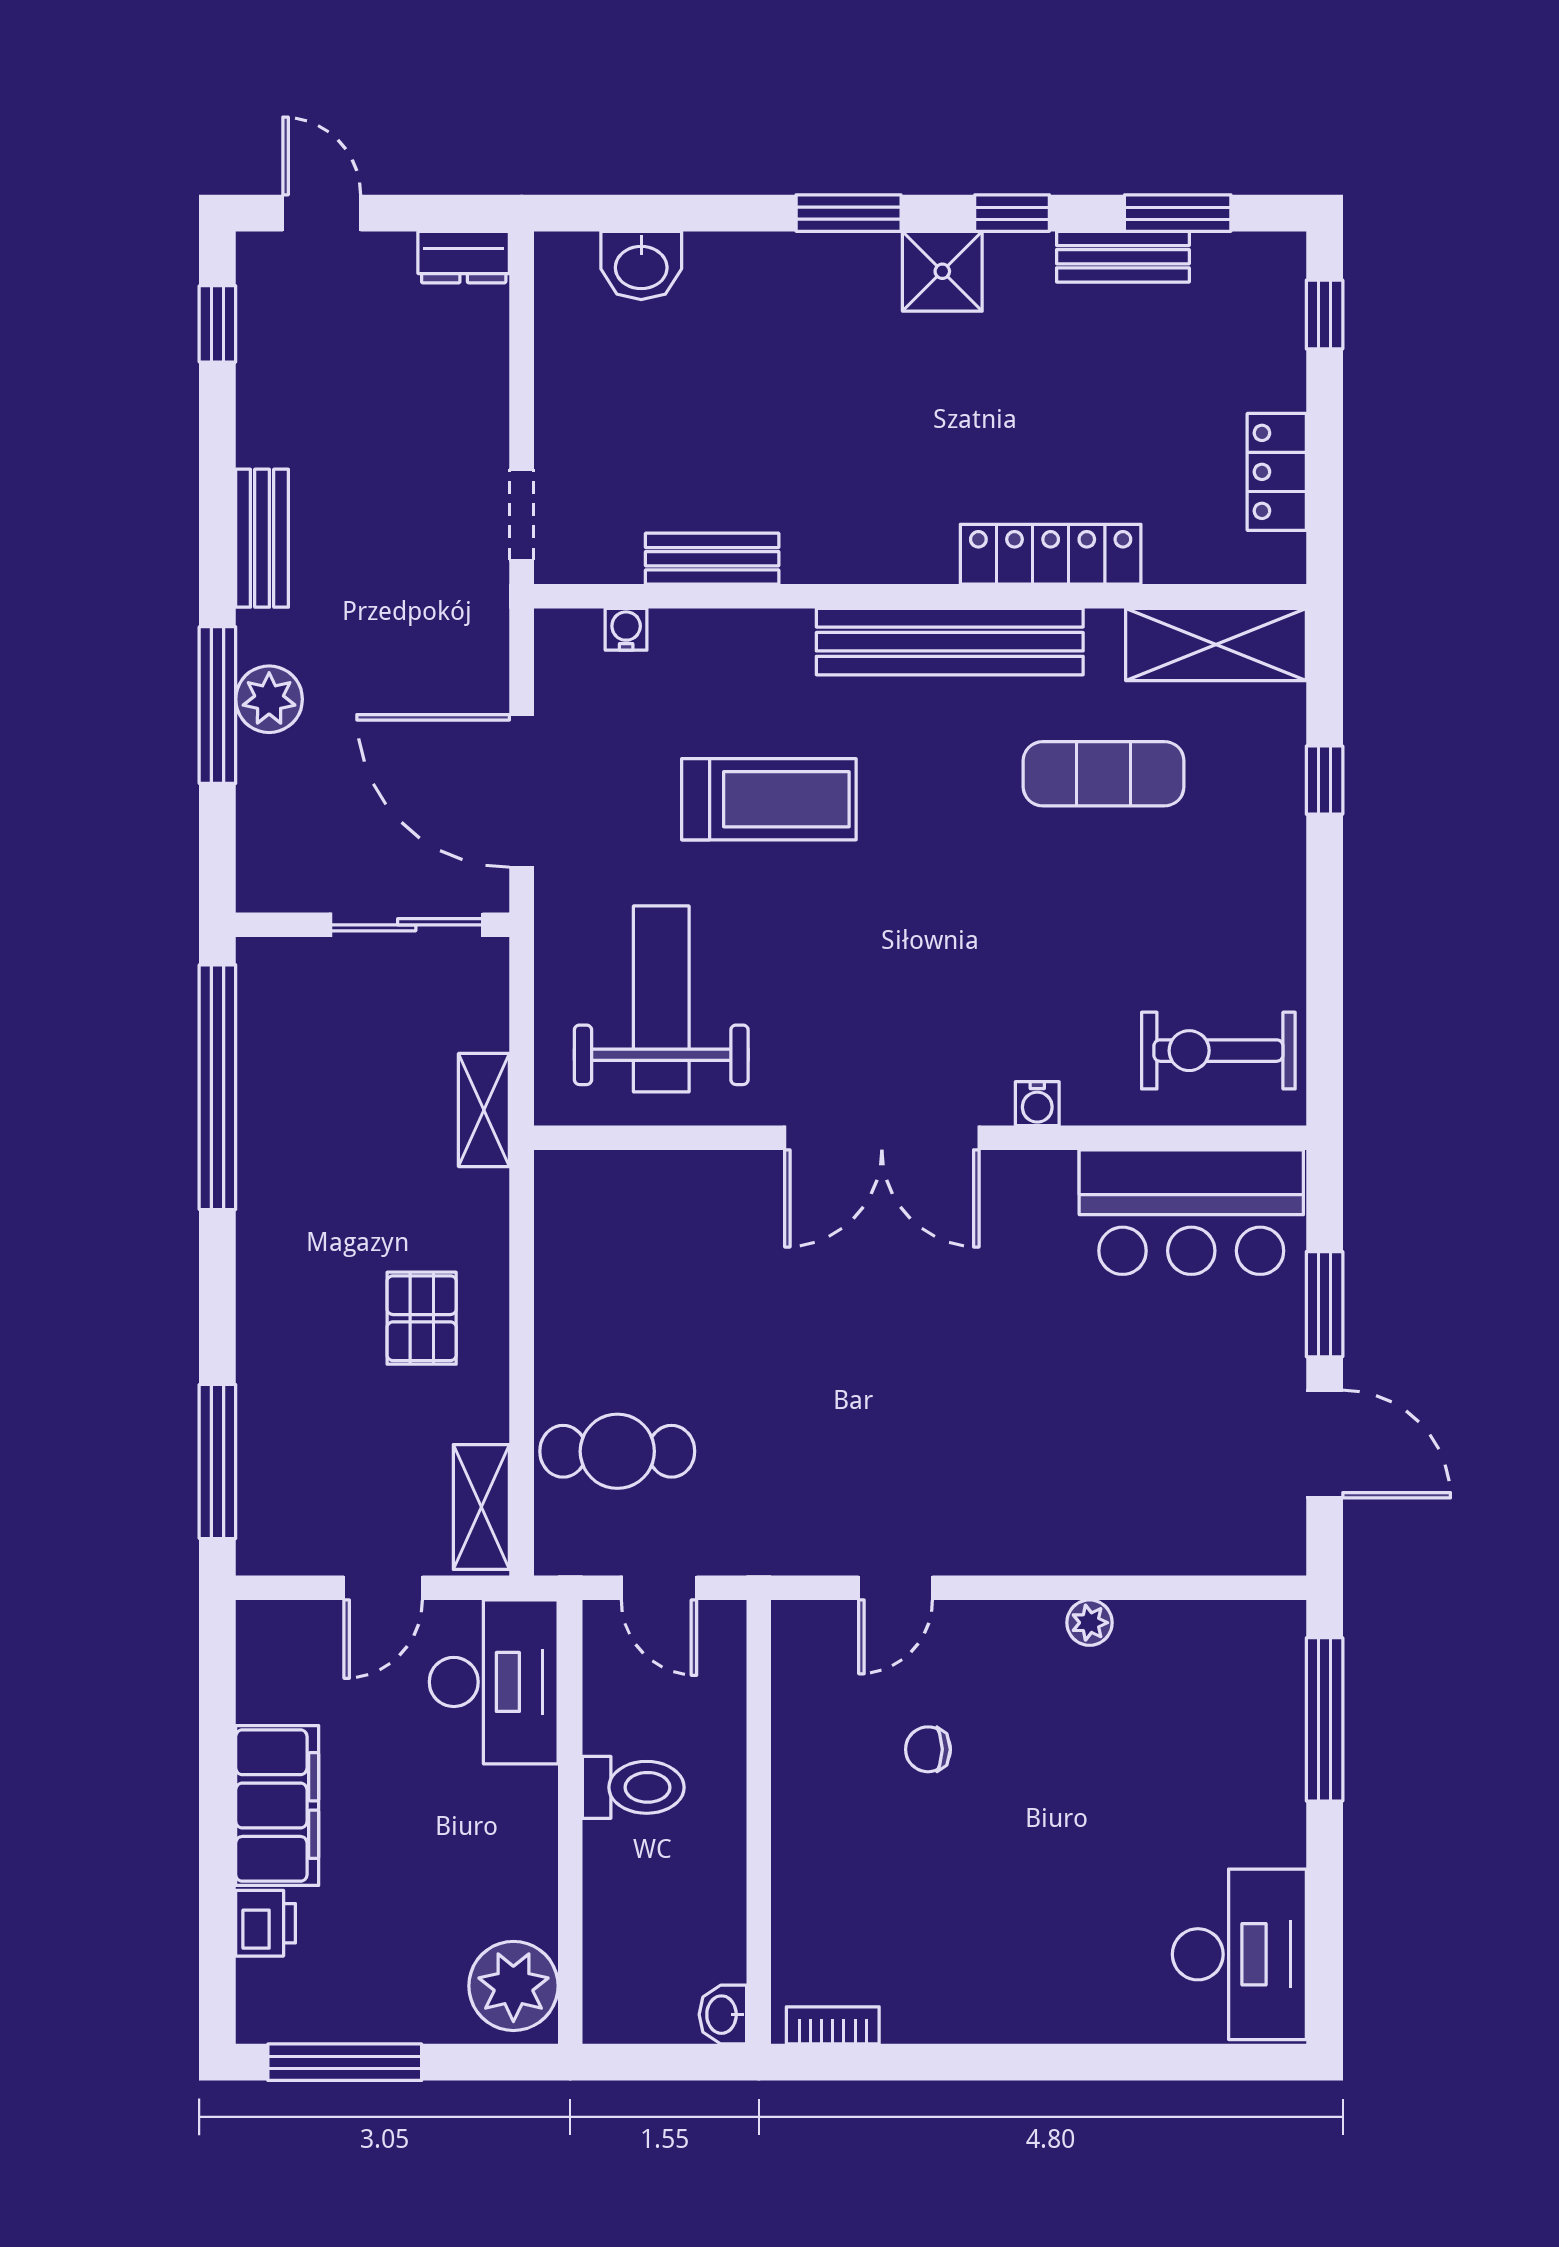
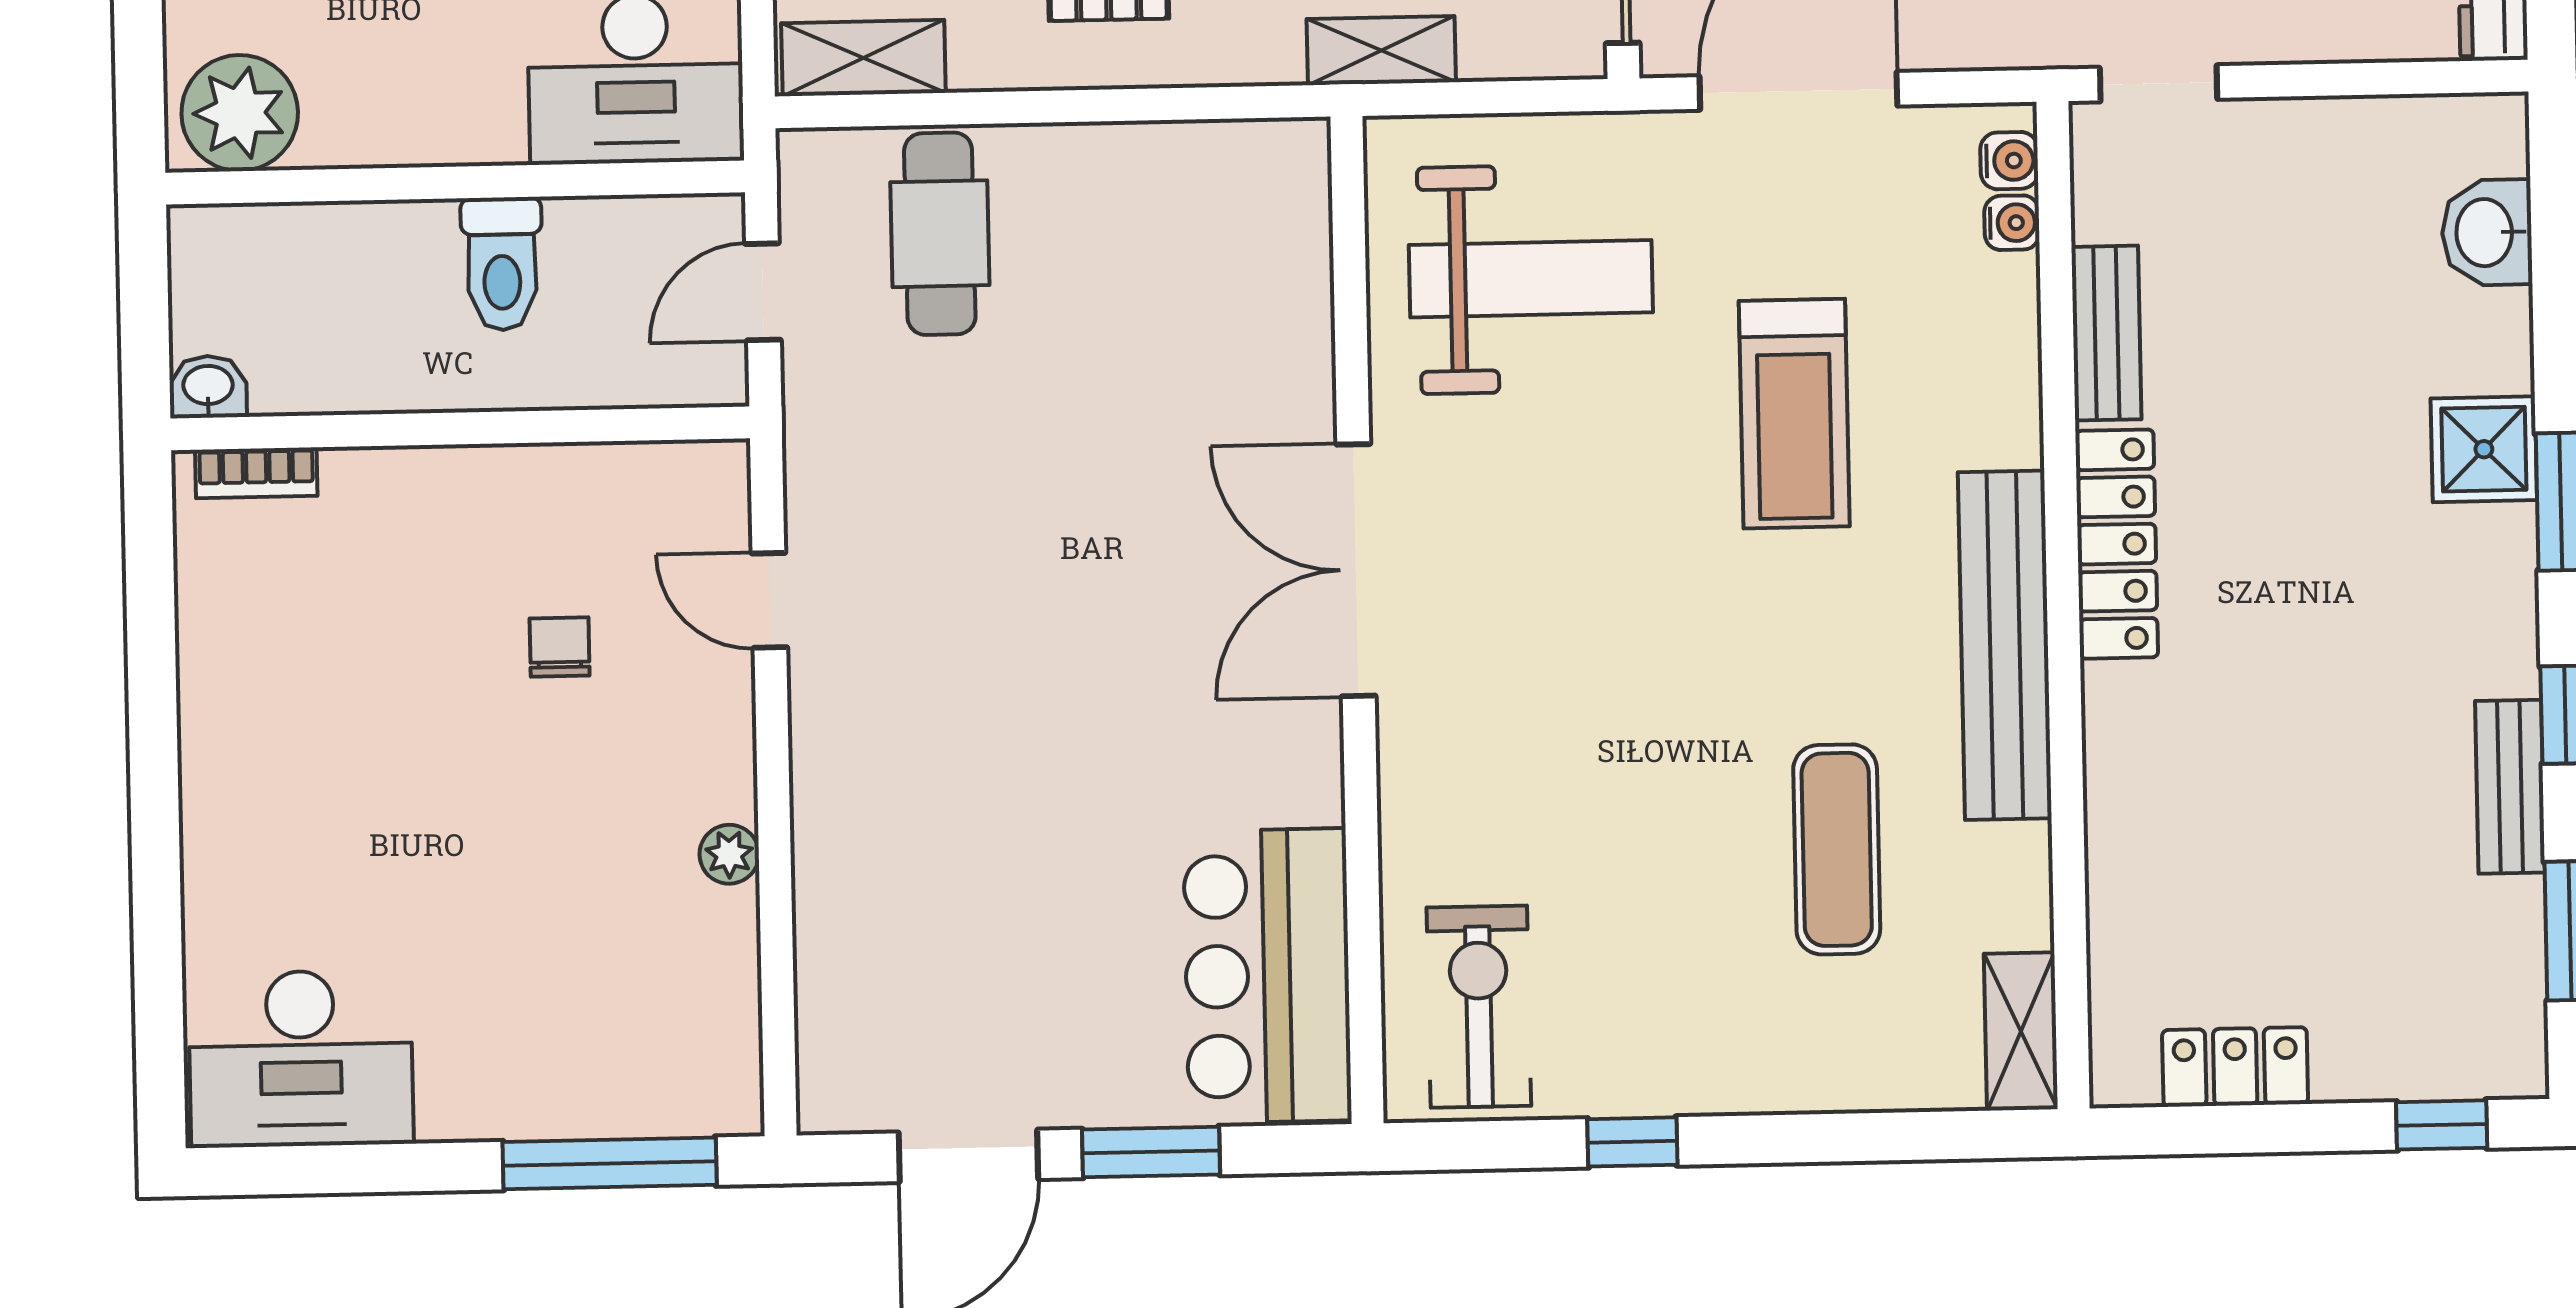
bench: (1123, 257) -> (2510, 787), moved
shower: (942, 271) -> (2484, 449), moved
locker: (1051, 554) -> (2117, 544), moved
shelving: (1216, 645) -> (2021, 1031), width x0.67, depth x0.75
window: (1325, 780) -> (1632, 1142), moved
water cooler: (1037, 1104) -> (2009, 161), moved, turned 180
bookcase: (833, 2025) -> (256, 473), moved, turned 90

